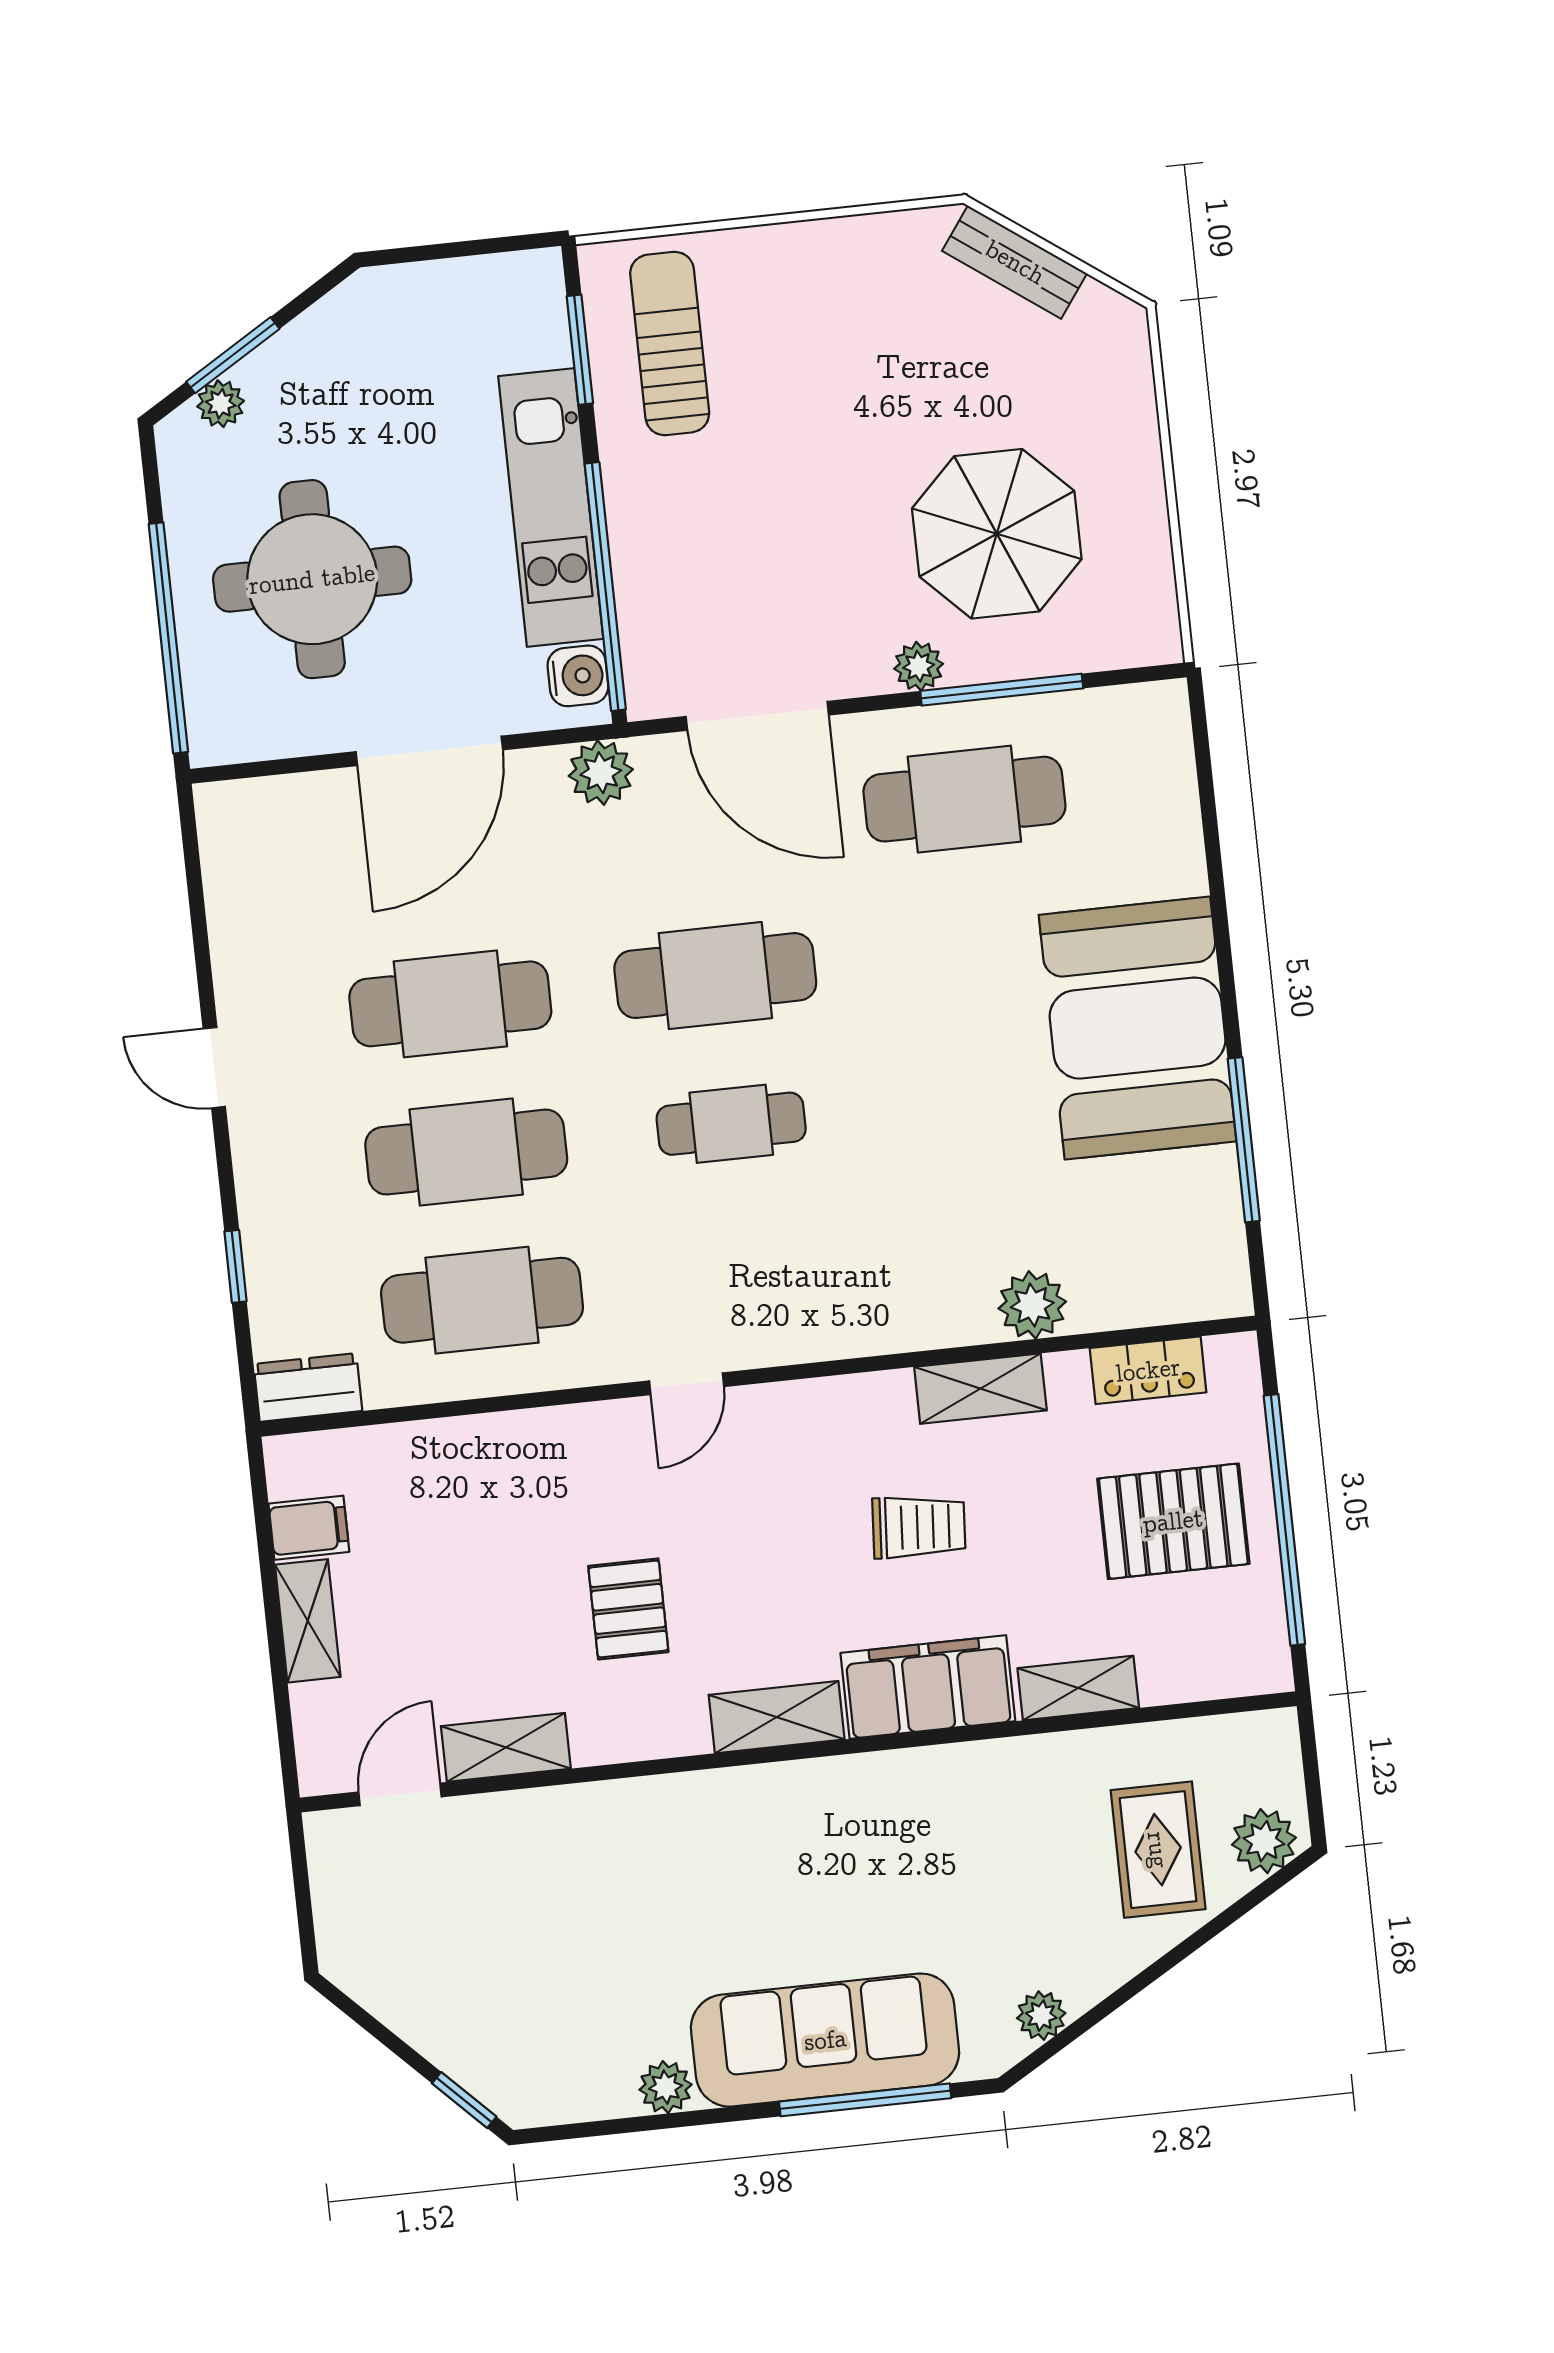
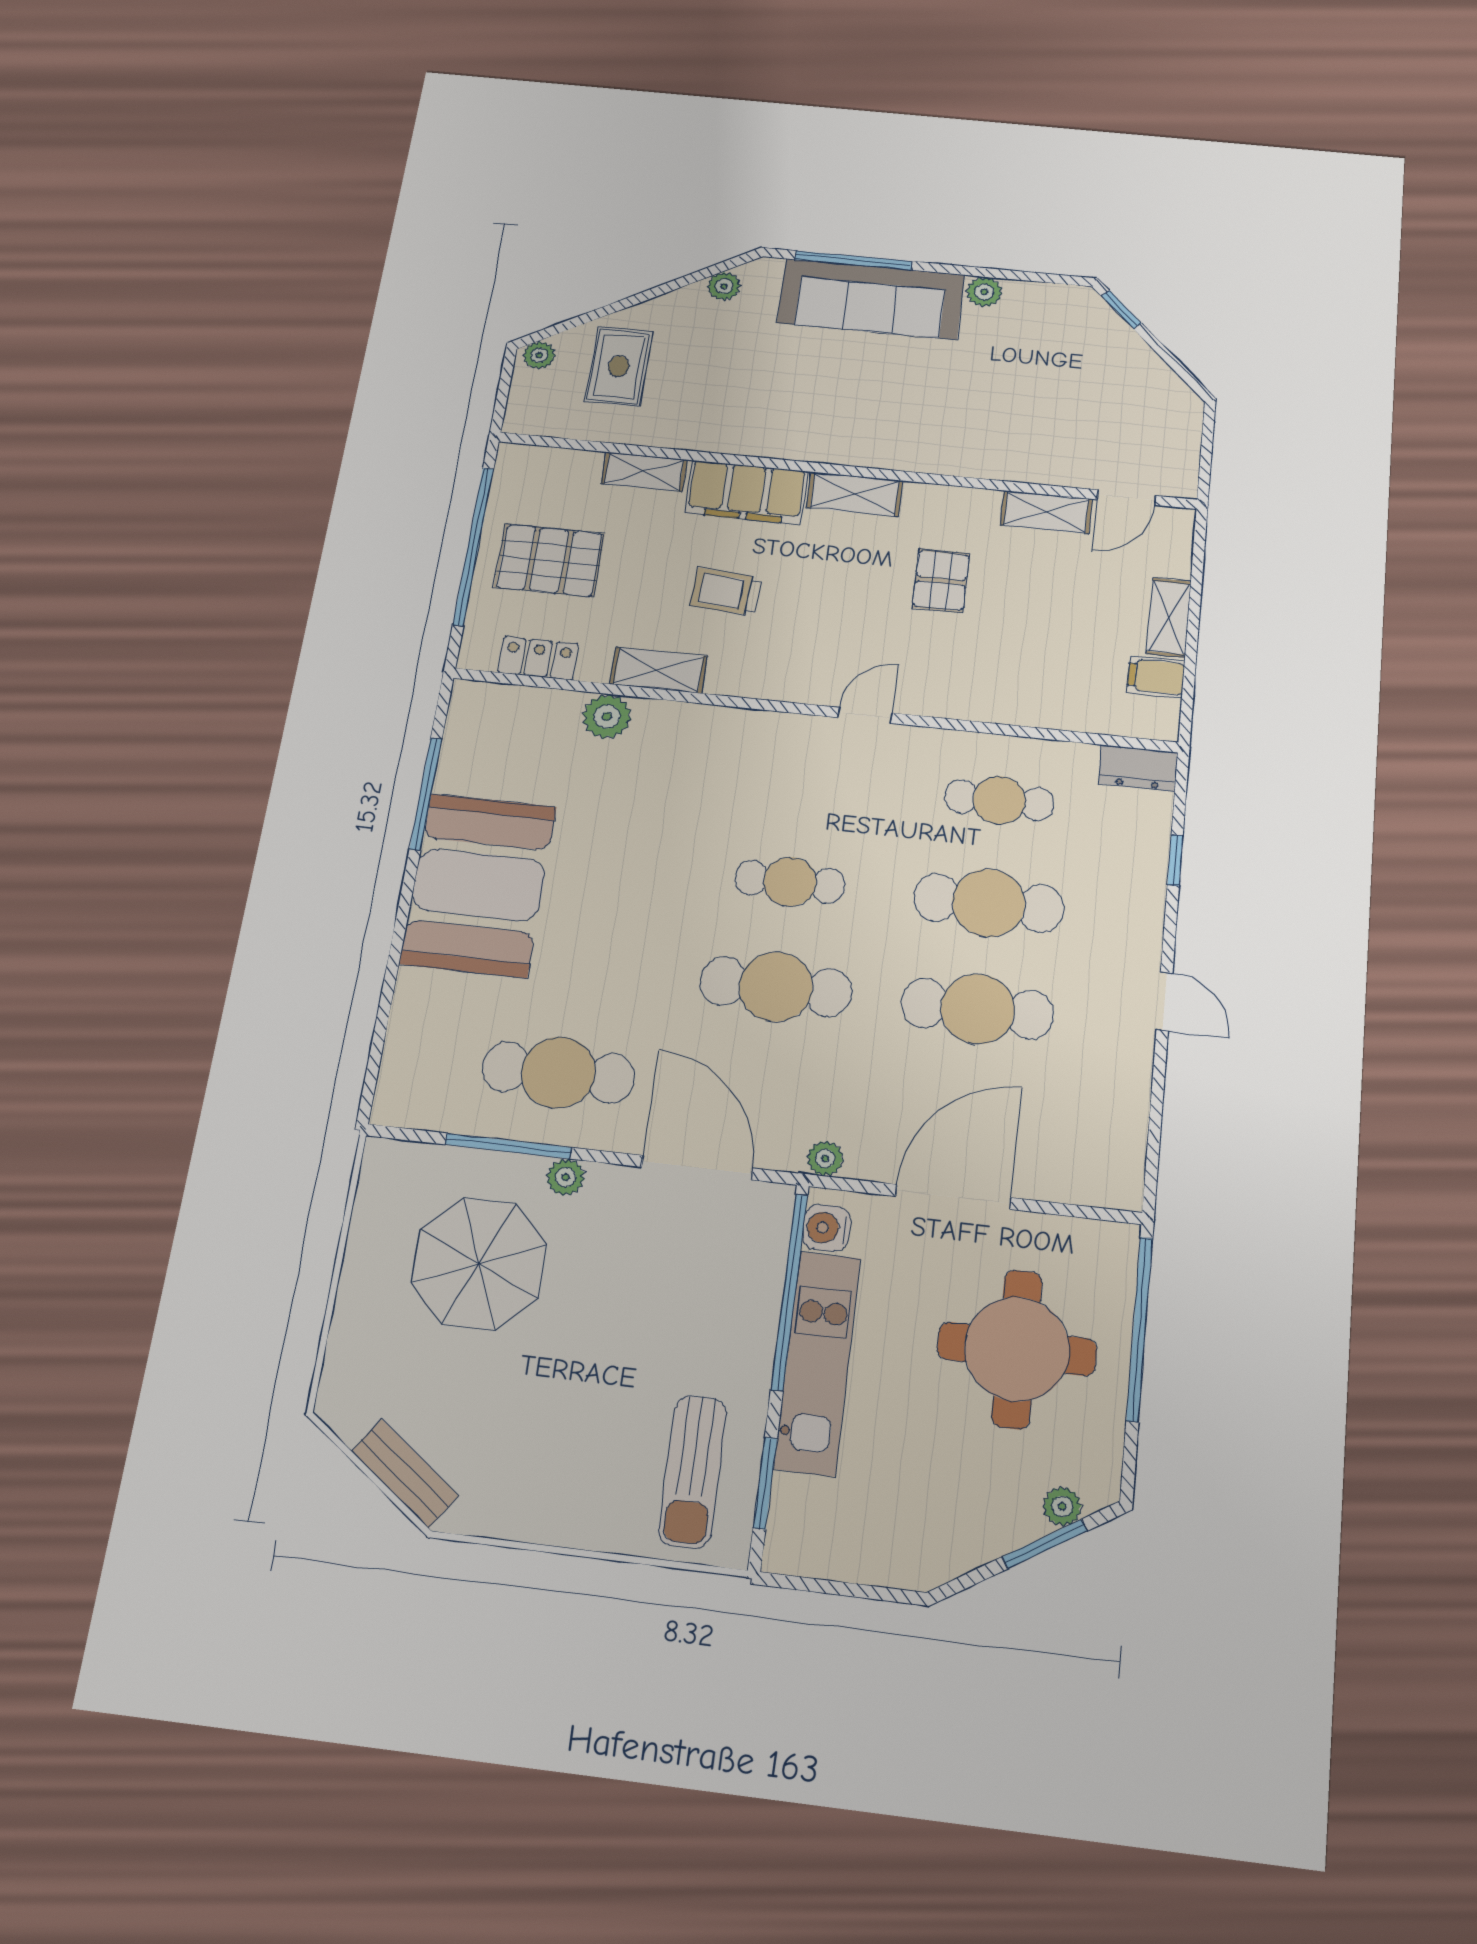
plant: (601, 773) -> (825, 1158), width x0.73, depth x0.73
cafe table: (482, 1300) -> (999, 800), width x0.73, depth x0.74
plant: (1264, 1841) -> (539, 355), width x0.73, depth x0.73

